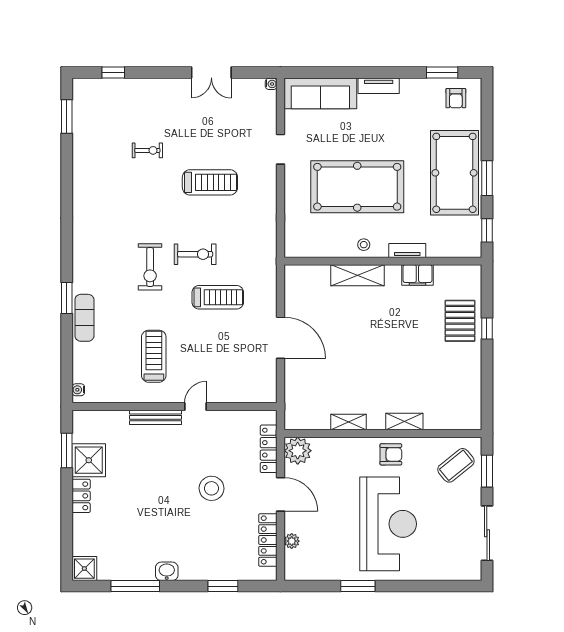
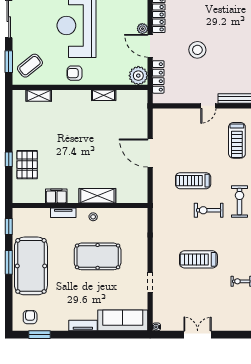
pool table: (357, 187) -> (98, 256), width x0.73, depth x0.76
shelving: (404, 422) -> (39, 96), moved
plant: (292, 541) -> (142, 29), moved

